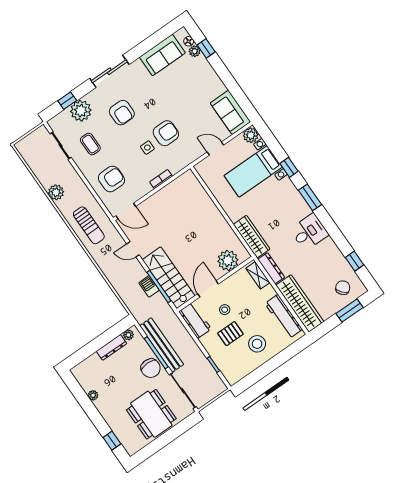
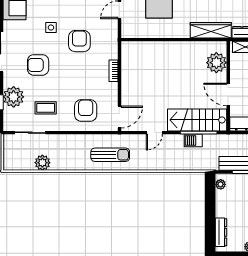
armchair: (122, 113) -> (38, 65), turned 180
side table: (147, 148) -> (51, 28), moved
plant: (56, 192) -> (42, 163), moved
dresser: (111, 347) -> (221, 232), moved

